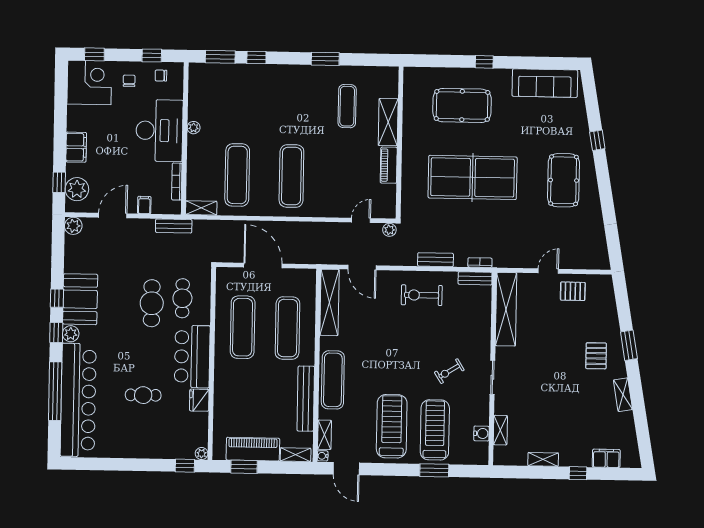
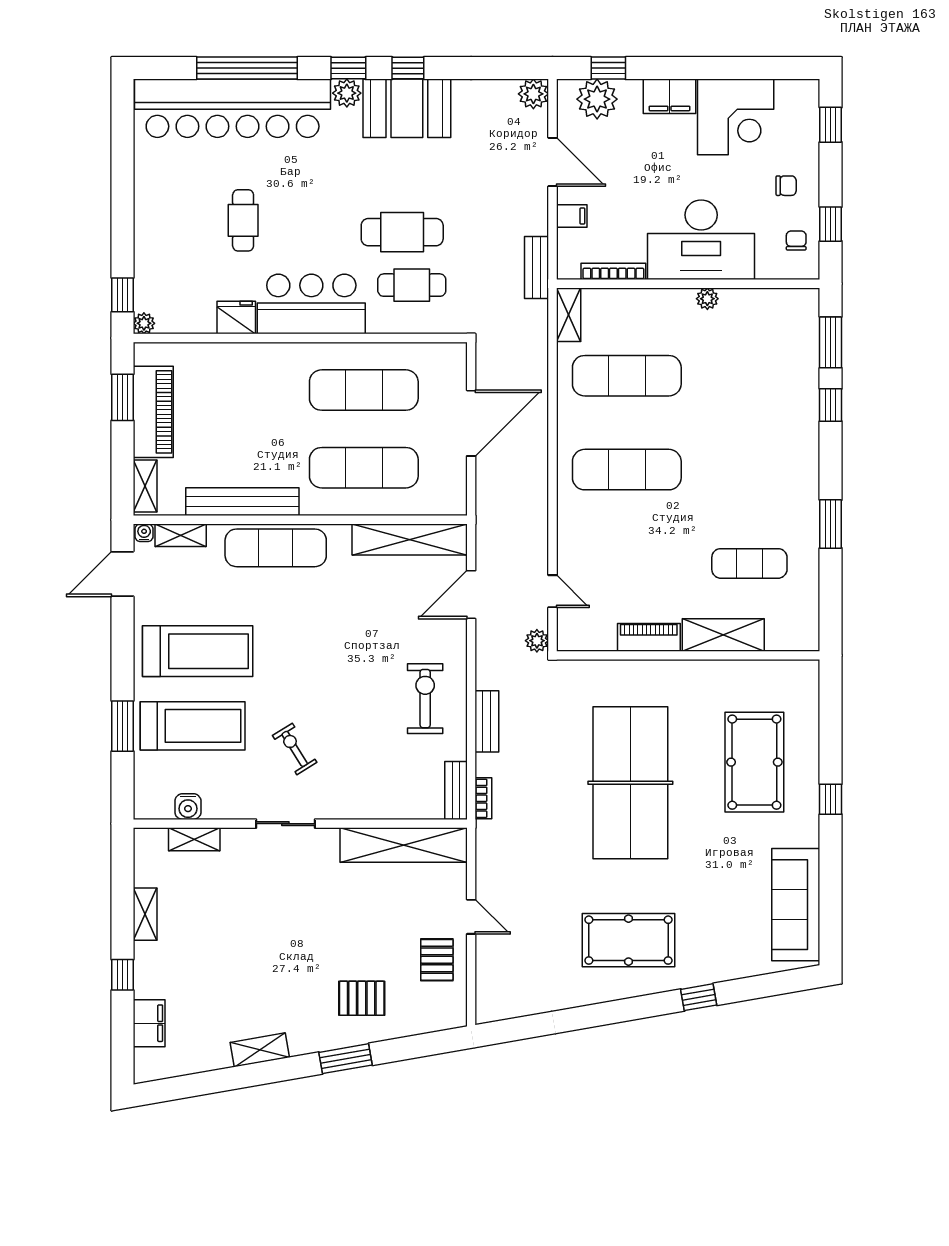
corner desk: (89, 83) -> (736, 117), moved
pallet: (596, 356) -> (362, 998), moved

